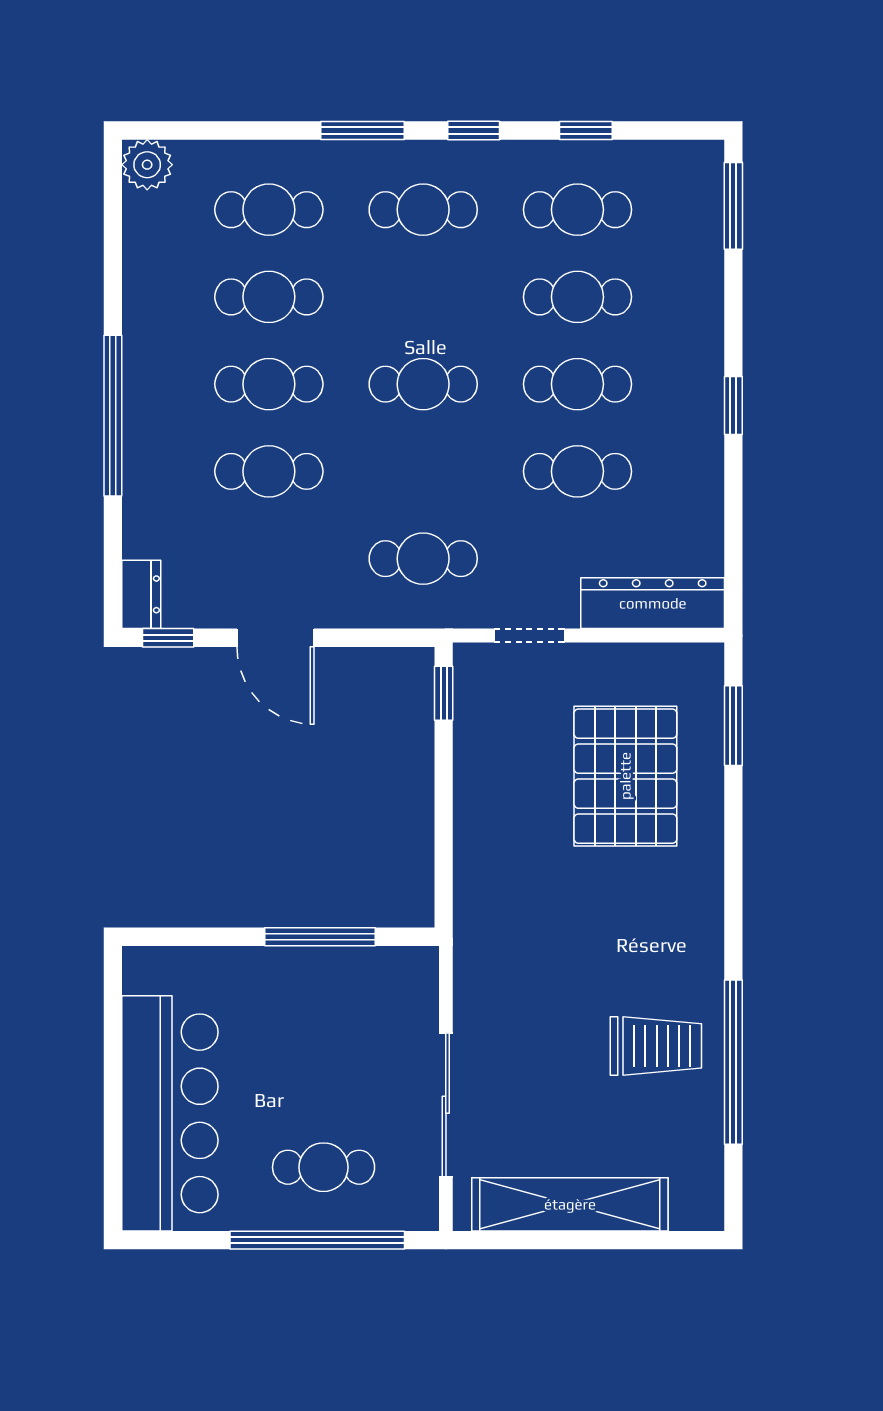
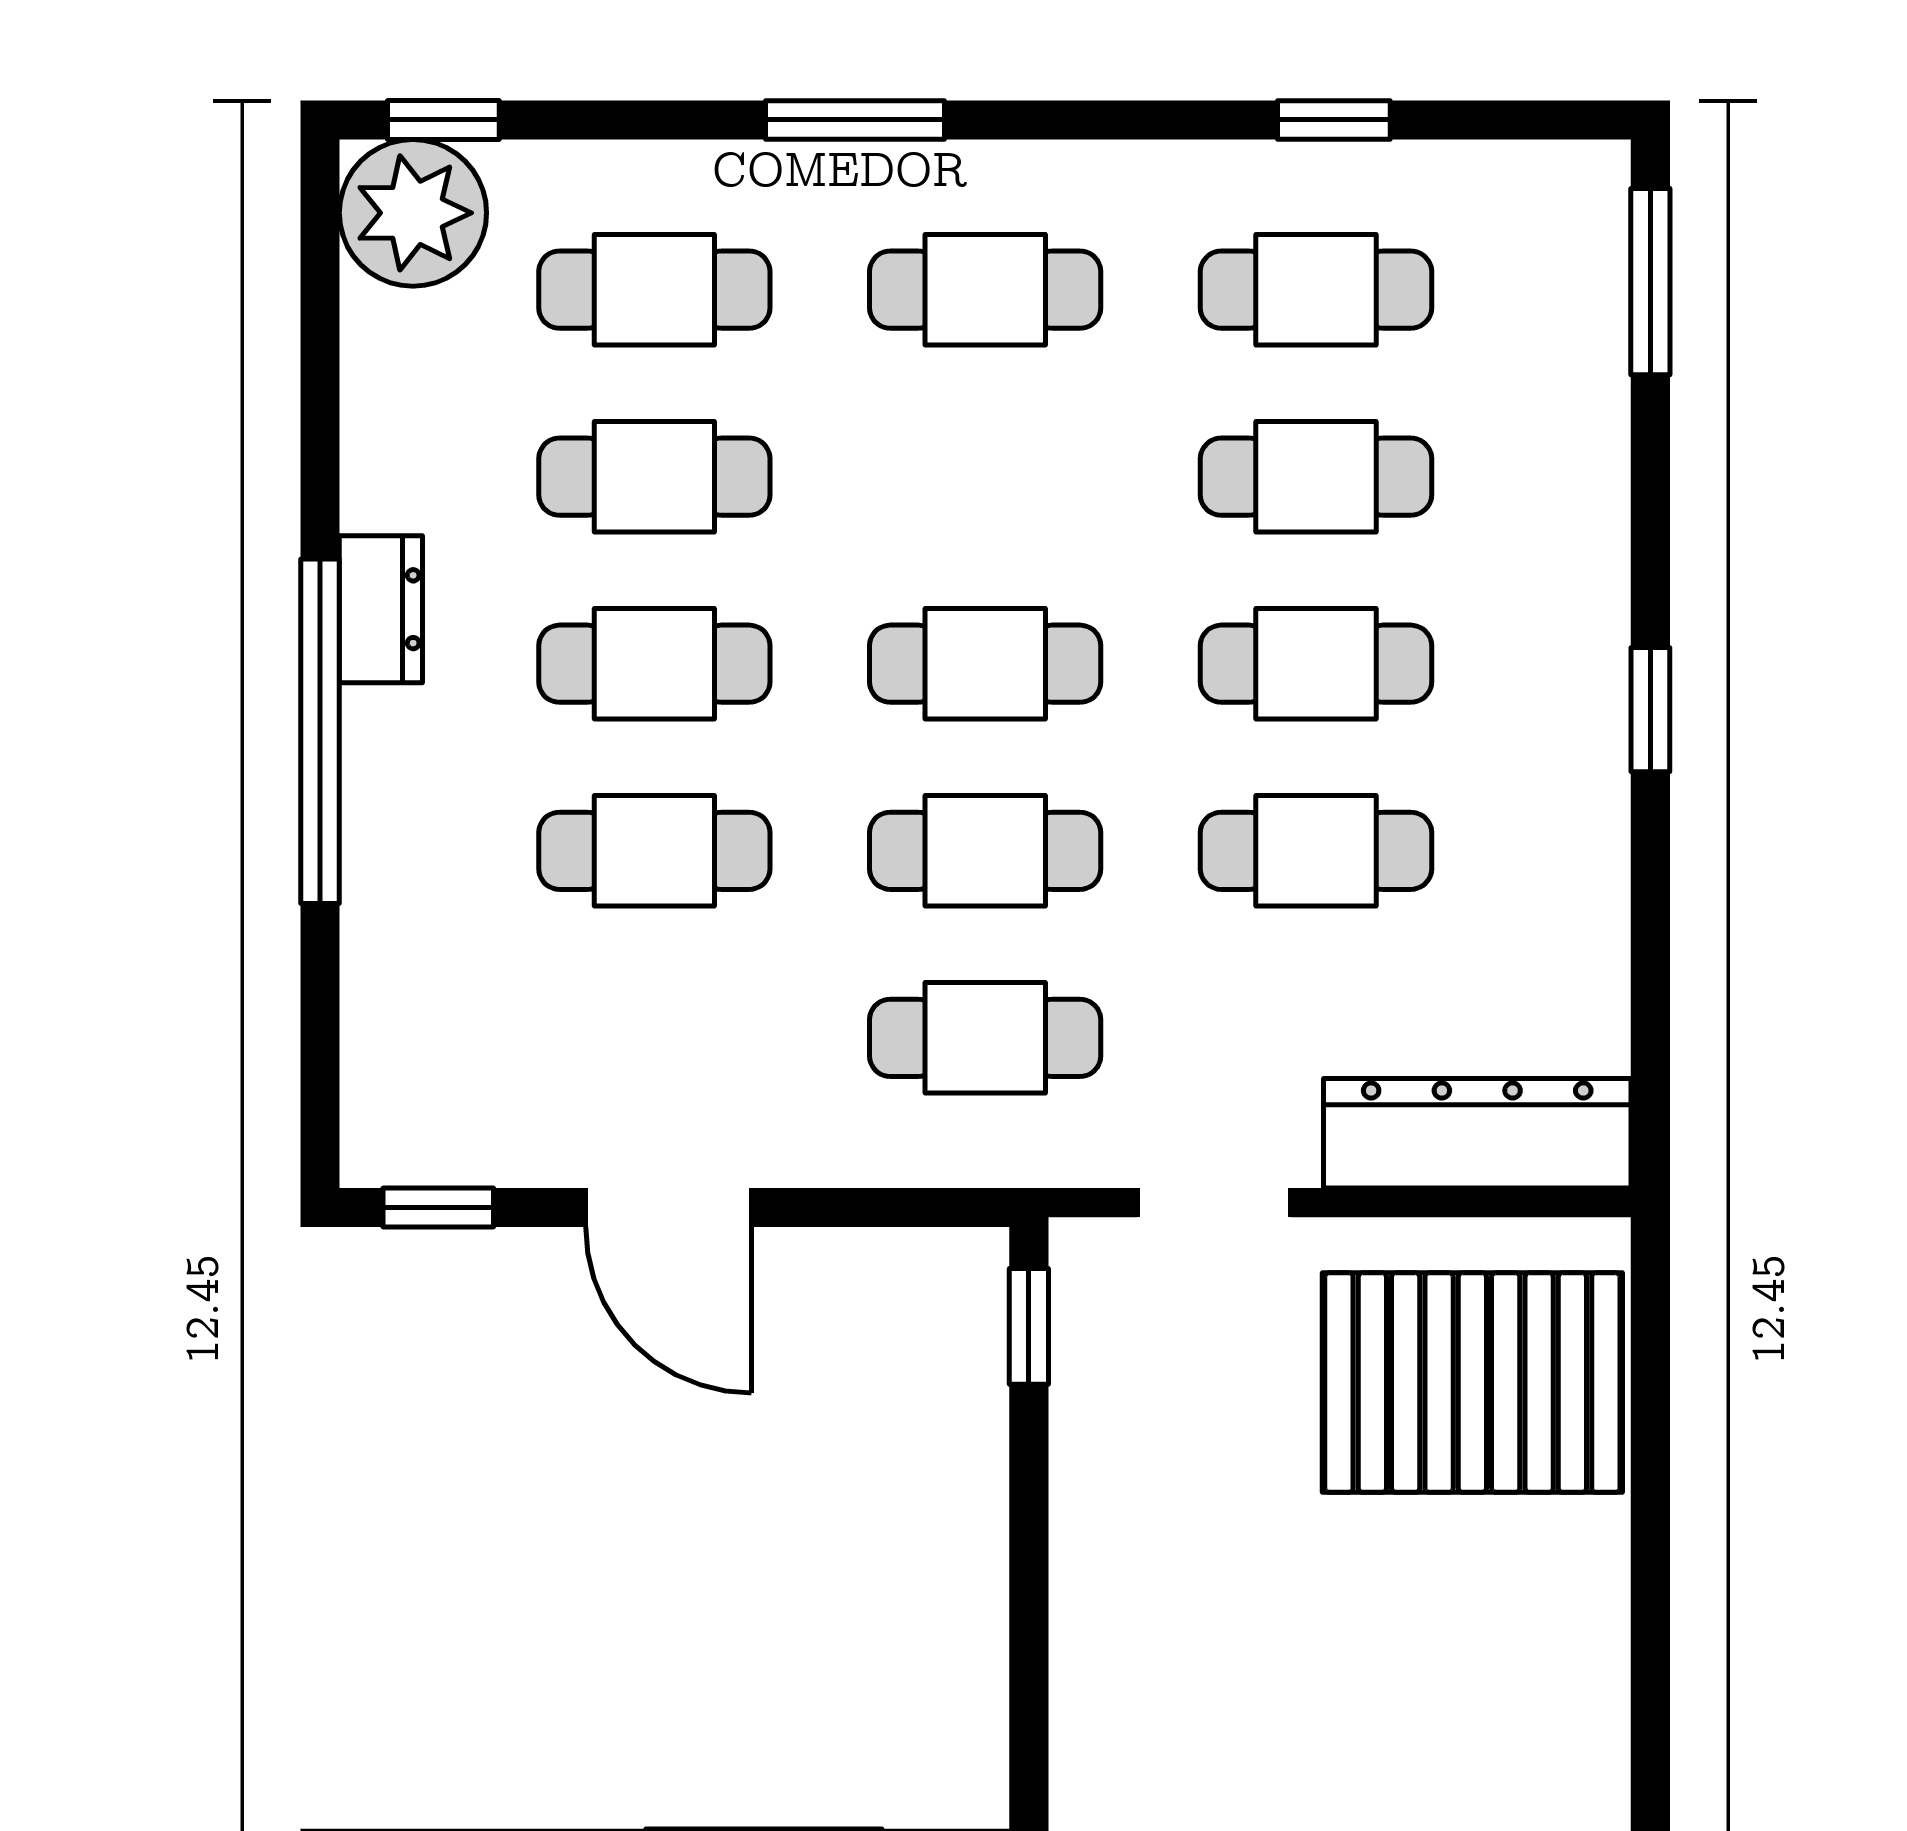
window: (474, 131) -> (443, 120), moved
plant: (147, 165) -> (413, 213), width x1.36, depth x1.36
cafe table: (423, 471) -> (985, 851), added
dresser: (141, 594) -> (381, 609), moved
window: (733, 726) -> (1650, 1396), removed
pallet: (625, 776) -> (1472, 1383), moved, turned 90

